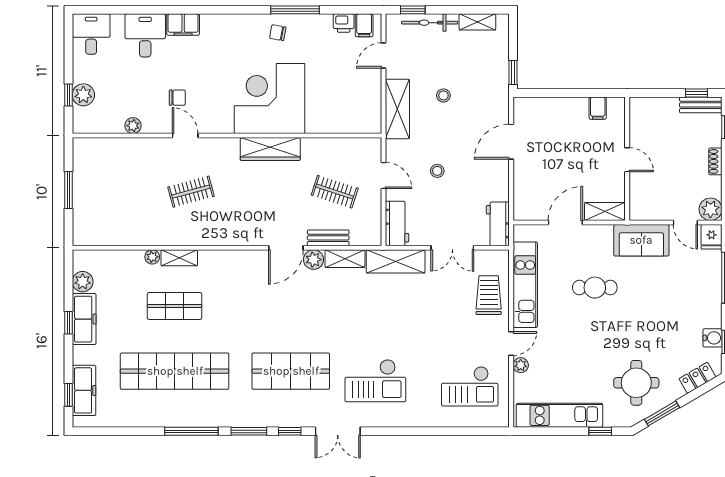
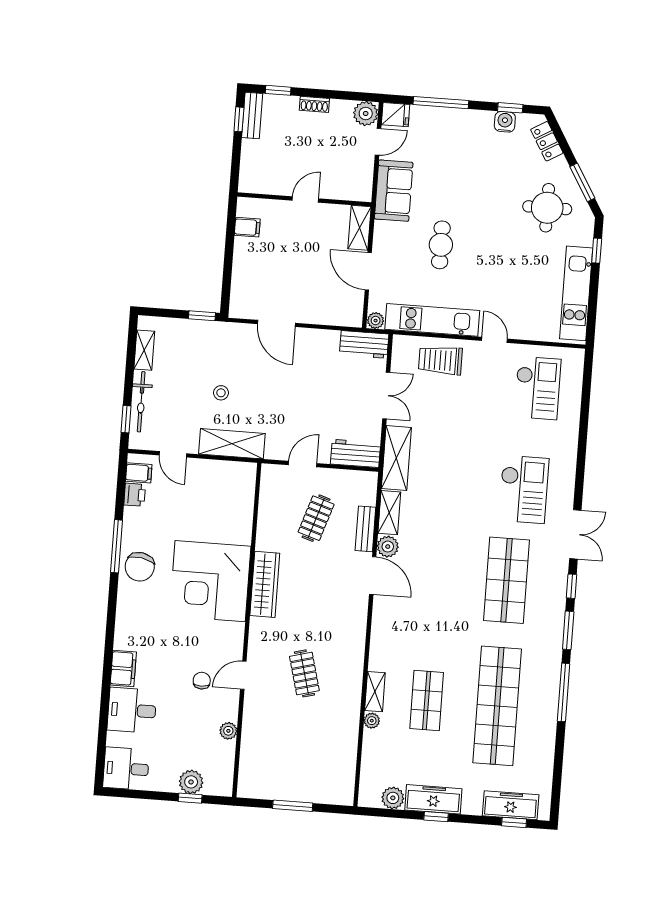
chair: (278, 33) -> (140, 567), width x1.87, depth x1.87
stool: (437, 171) -> (302, 406), removed
plant: (521, 365) -> (376, 321), moved

